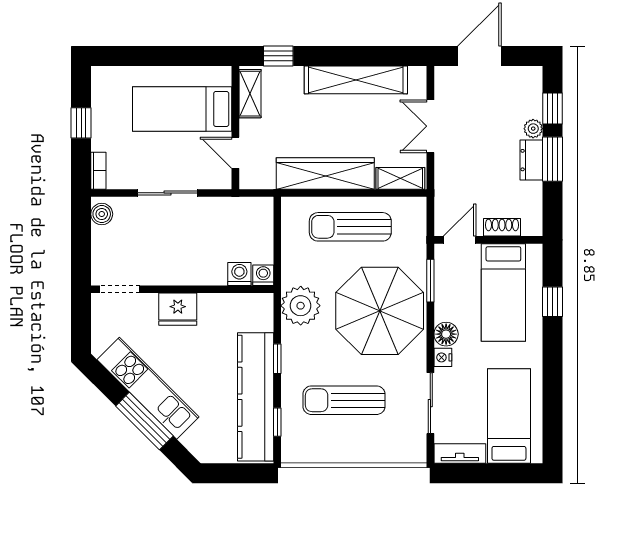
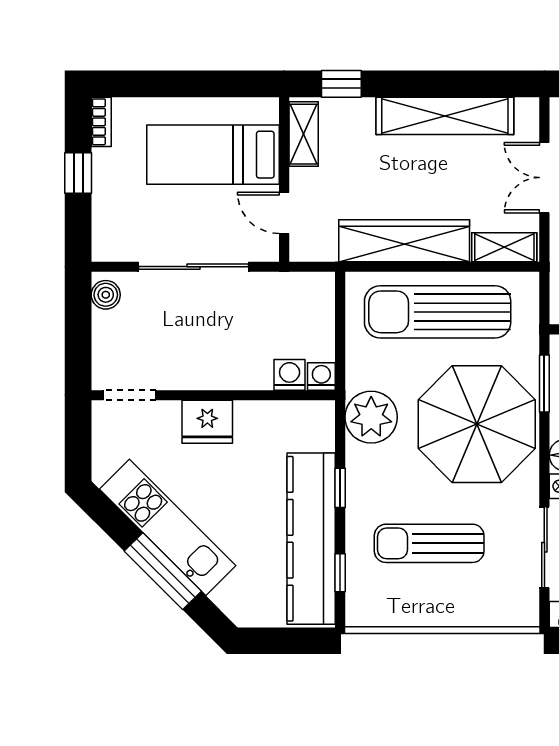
bookcase: (98, 171) -> (101, 122), moved
sliding door: (168, 193) -> (194, 267), width x1.37
sun lounger: (350, 227) -> (438, 312), width x1.36, depth x1.34

